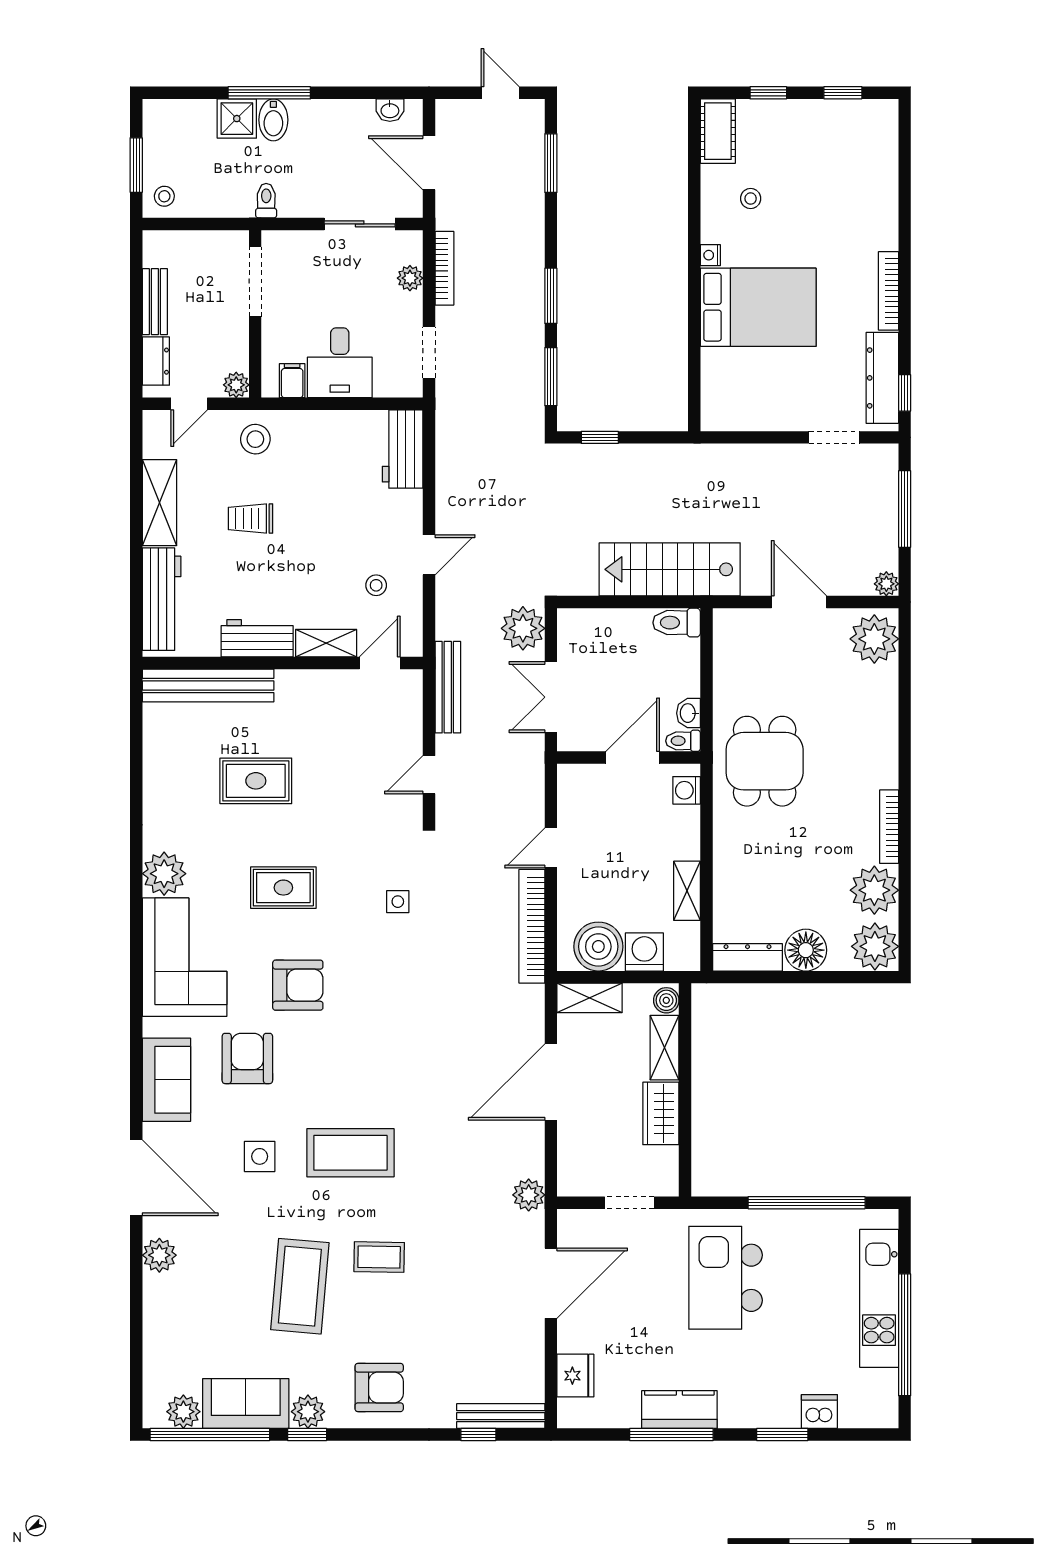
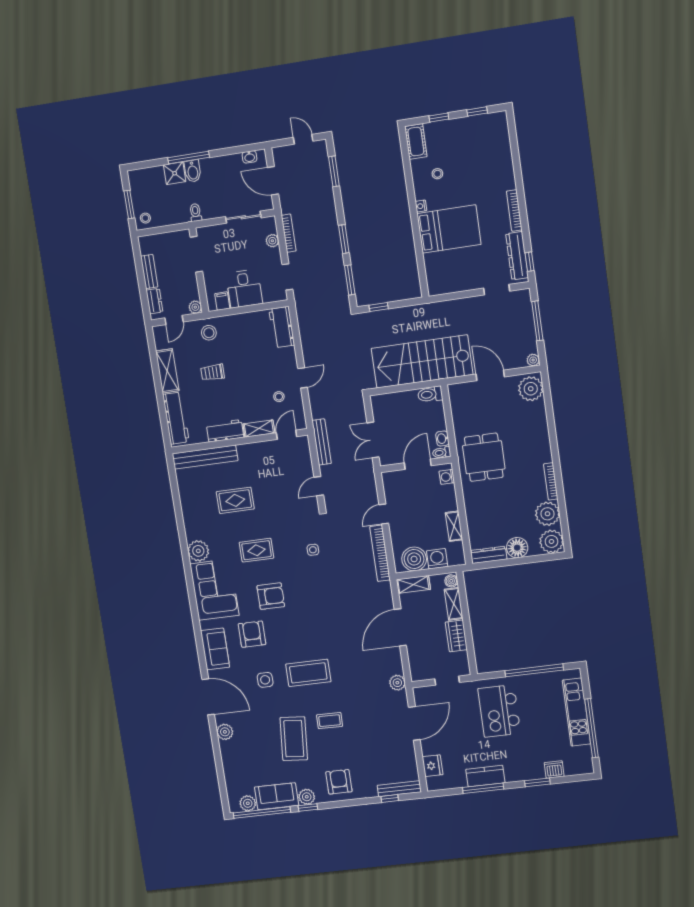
stairs: (670, 569) -> (422, 361), width x1.36, depth x1.51
plant: (523, 628) -> (354, 408), removed
armchair: (379, 1387) -> (339, 782), turned -90

